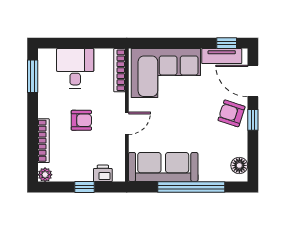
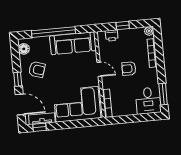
desk: (75, 68) -> (148, 101), moved
armchair: (231, 113) -> (37, 69), moved
door: (127, 123) -> (99, 69), swing flipped

